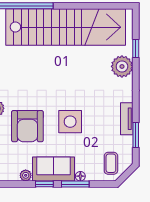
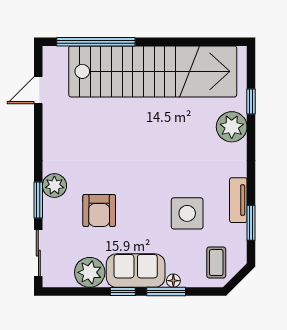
side table: (70, 122) -> (187, 213), moved
armchair: (27, 126) -> (99, 210), width x0.73, depth x0.73
plant: (26, 175) -> (90, 272), width x1.88, depth x1.88

